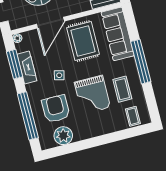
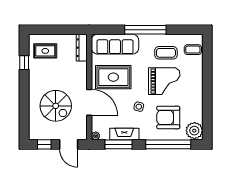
plant: (63, 136) -> (194, 131), moved

